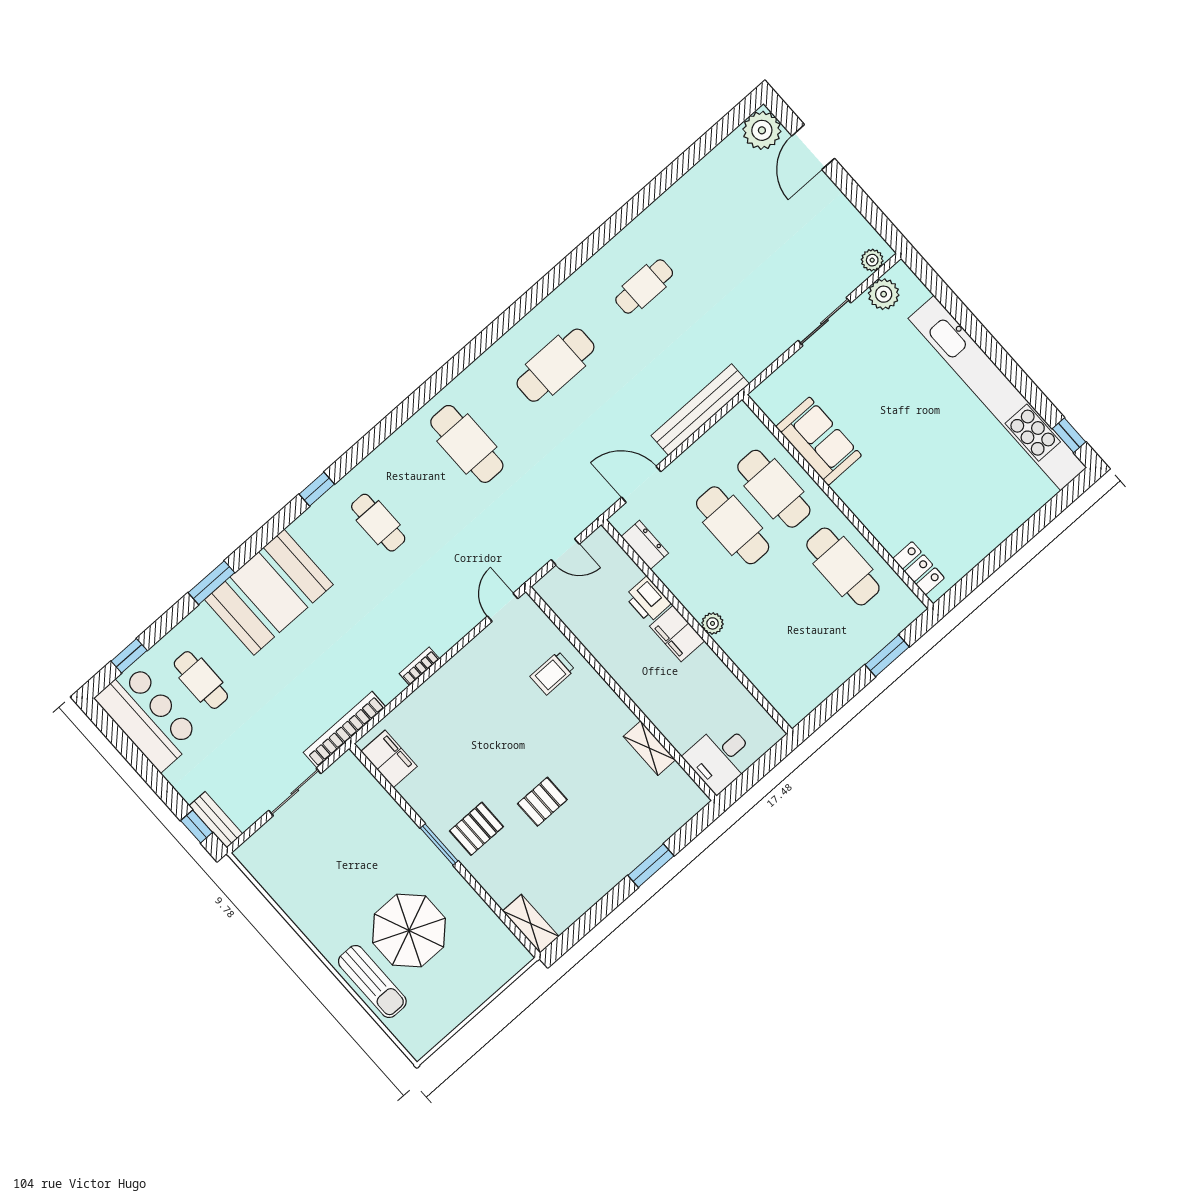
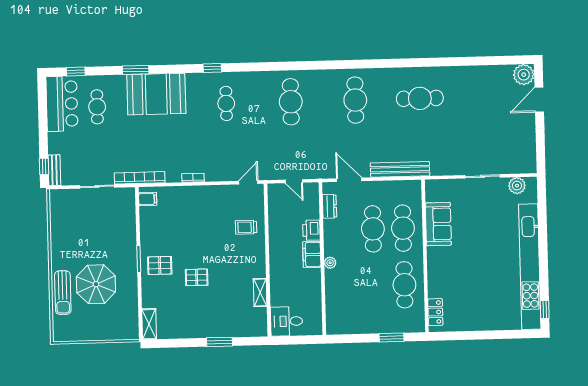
plant: (872, 260) -> (524, 167), removed
cafe table: (644, 286) -> (420, 98), width x1.37, depth x1.35
cafe table: (555, 365) -> (355, 100), turned 90
filing cabinet: (389, 759) -> (148, 199), width x0.50

